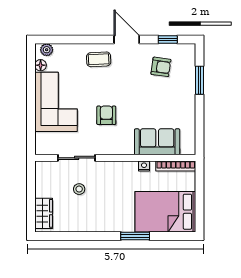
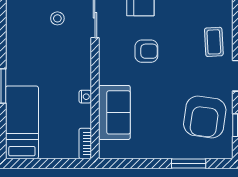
armchair: (161, 67) -> (205, 117), width x1.88, depth x1.88
bookcase: (176, 166) -> (85, 143), width x0.64
bed: (165, 212) -> (22, 122), width x0.67

